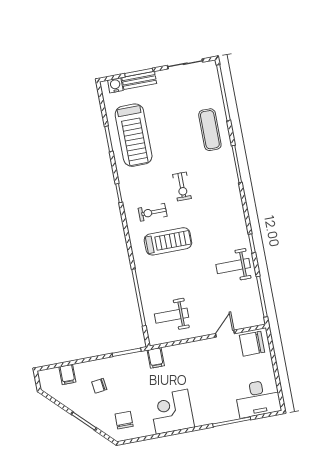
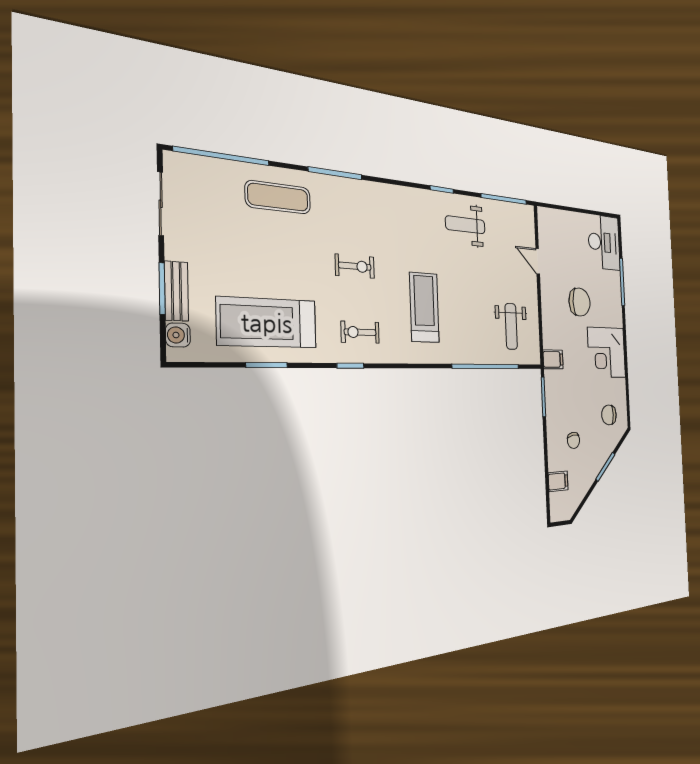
treadmill: (134, 135) -> (267, 323), turned 180
exercise bike: (153, 212) -> (360, 332), moved, turned 90
weight bench: (233, 266) -> (465, 225), turned 90
chair: (252, 344) -> (580, 302), moved, turned -90

